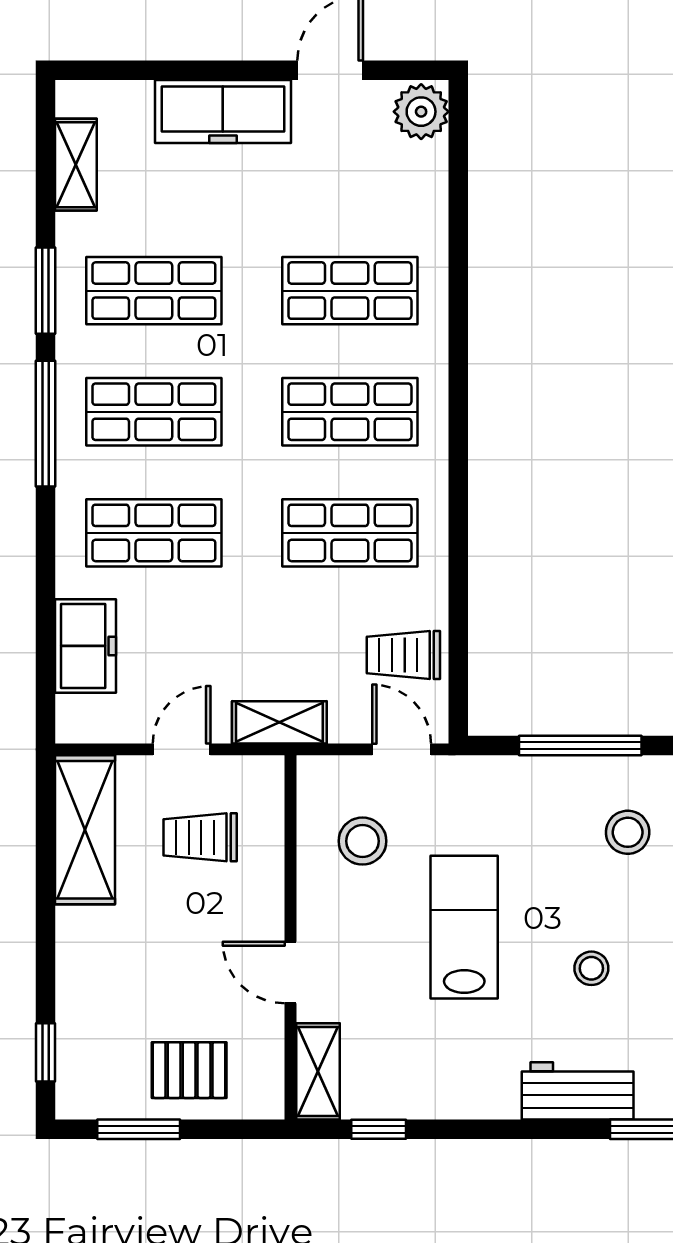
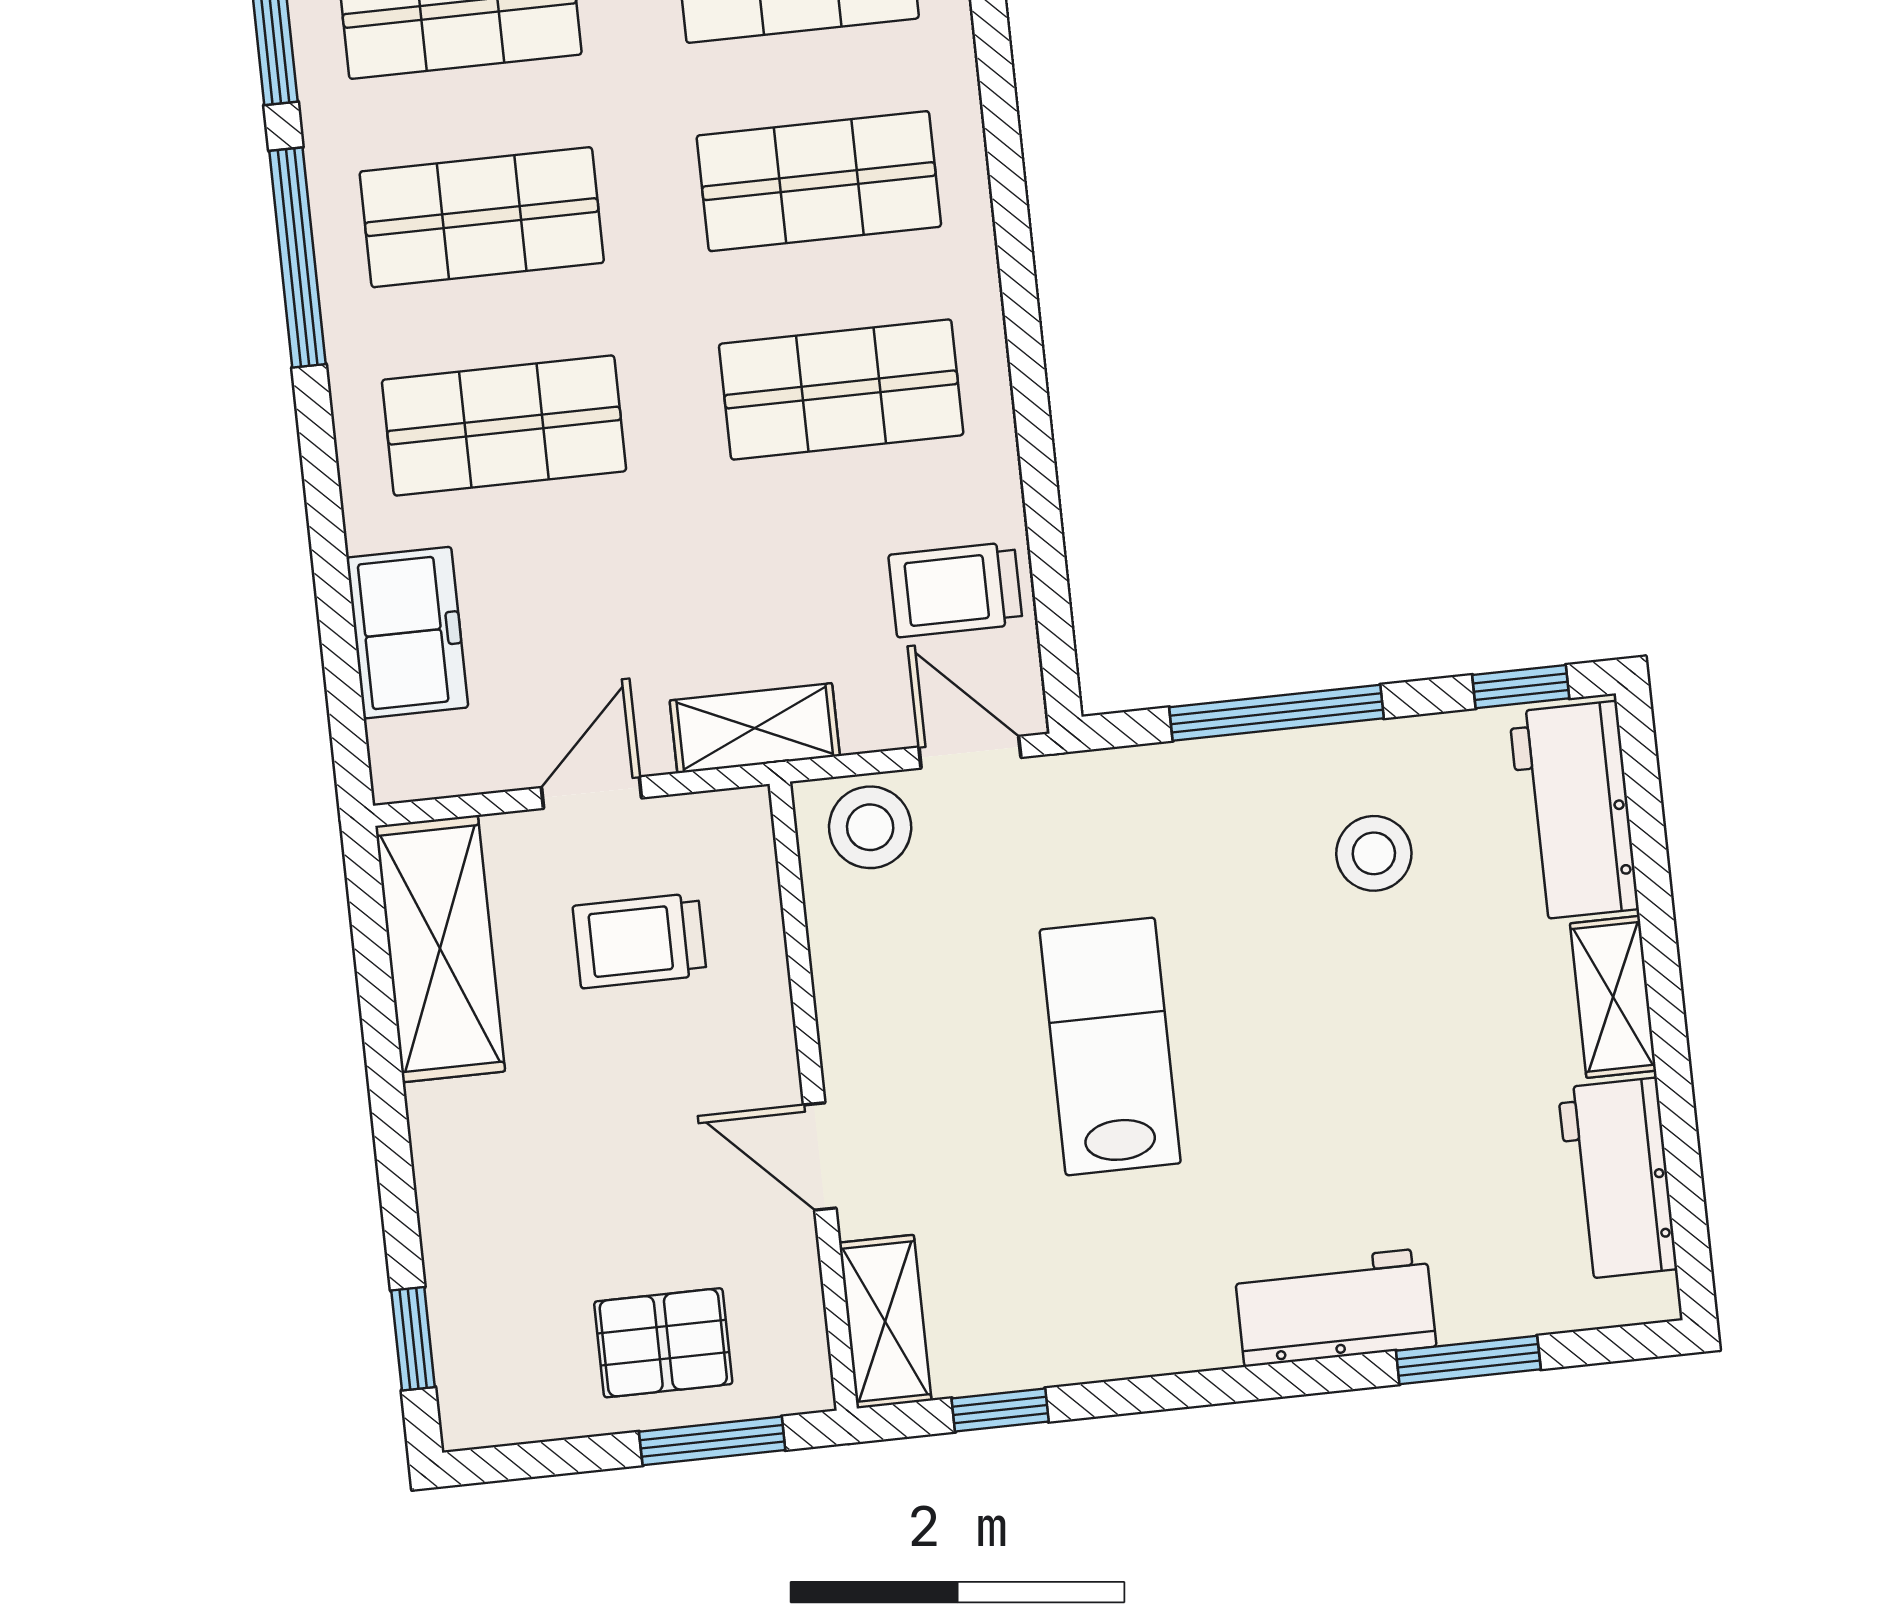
stool: (362, 841) -> (870, 827), moved
stool: (591, 968) -> (1336, 1094), removed
window: (139, 1129) -> (712, 1441), moved

